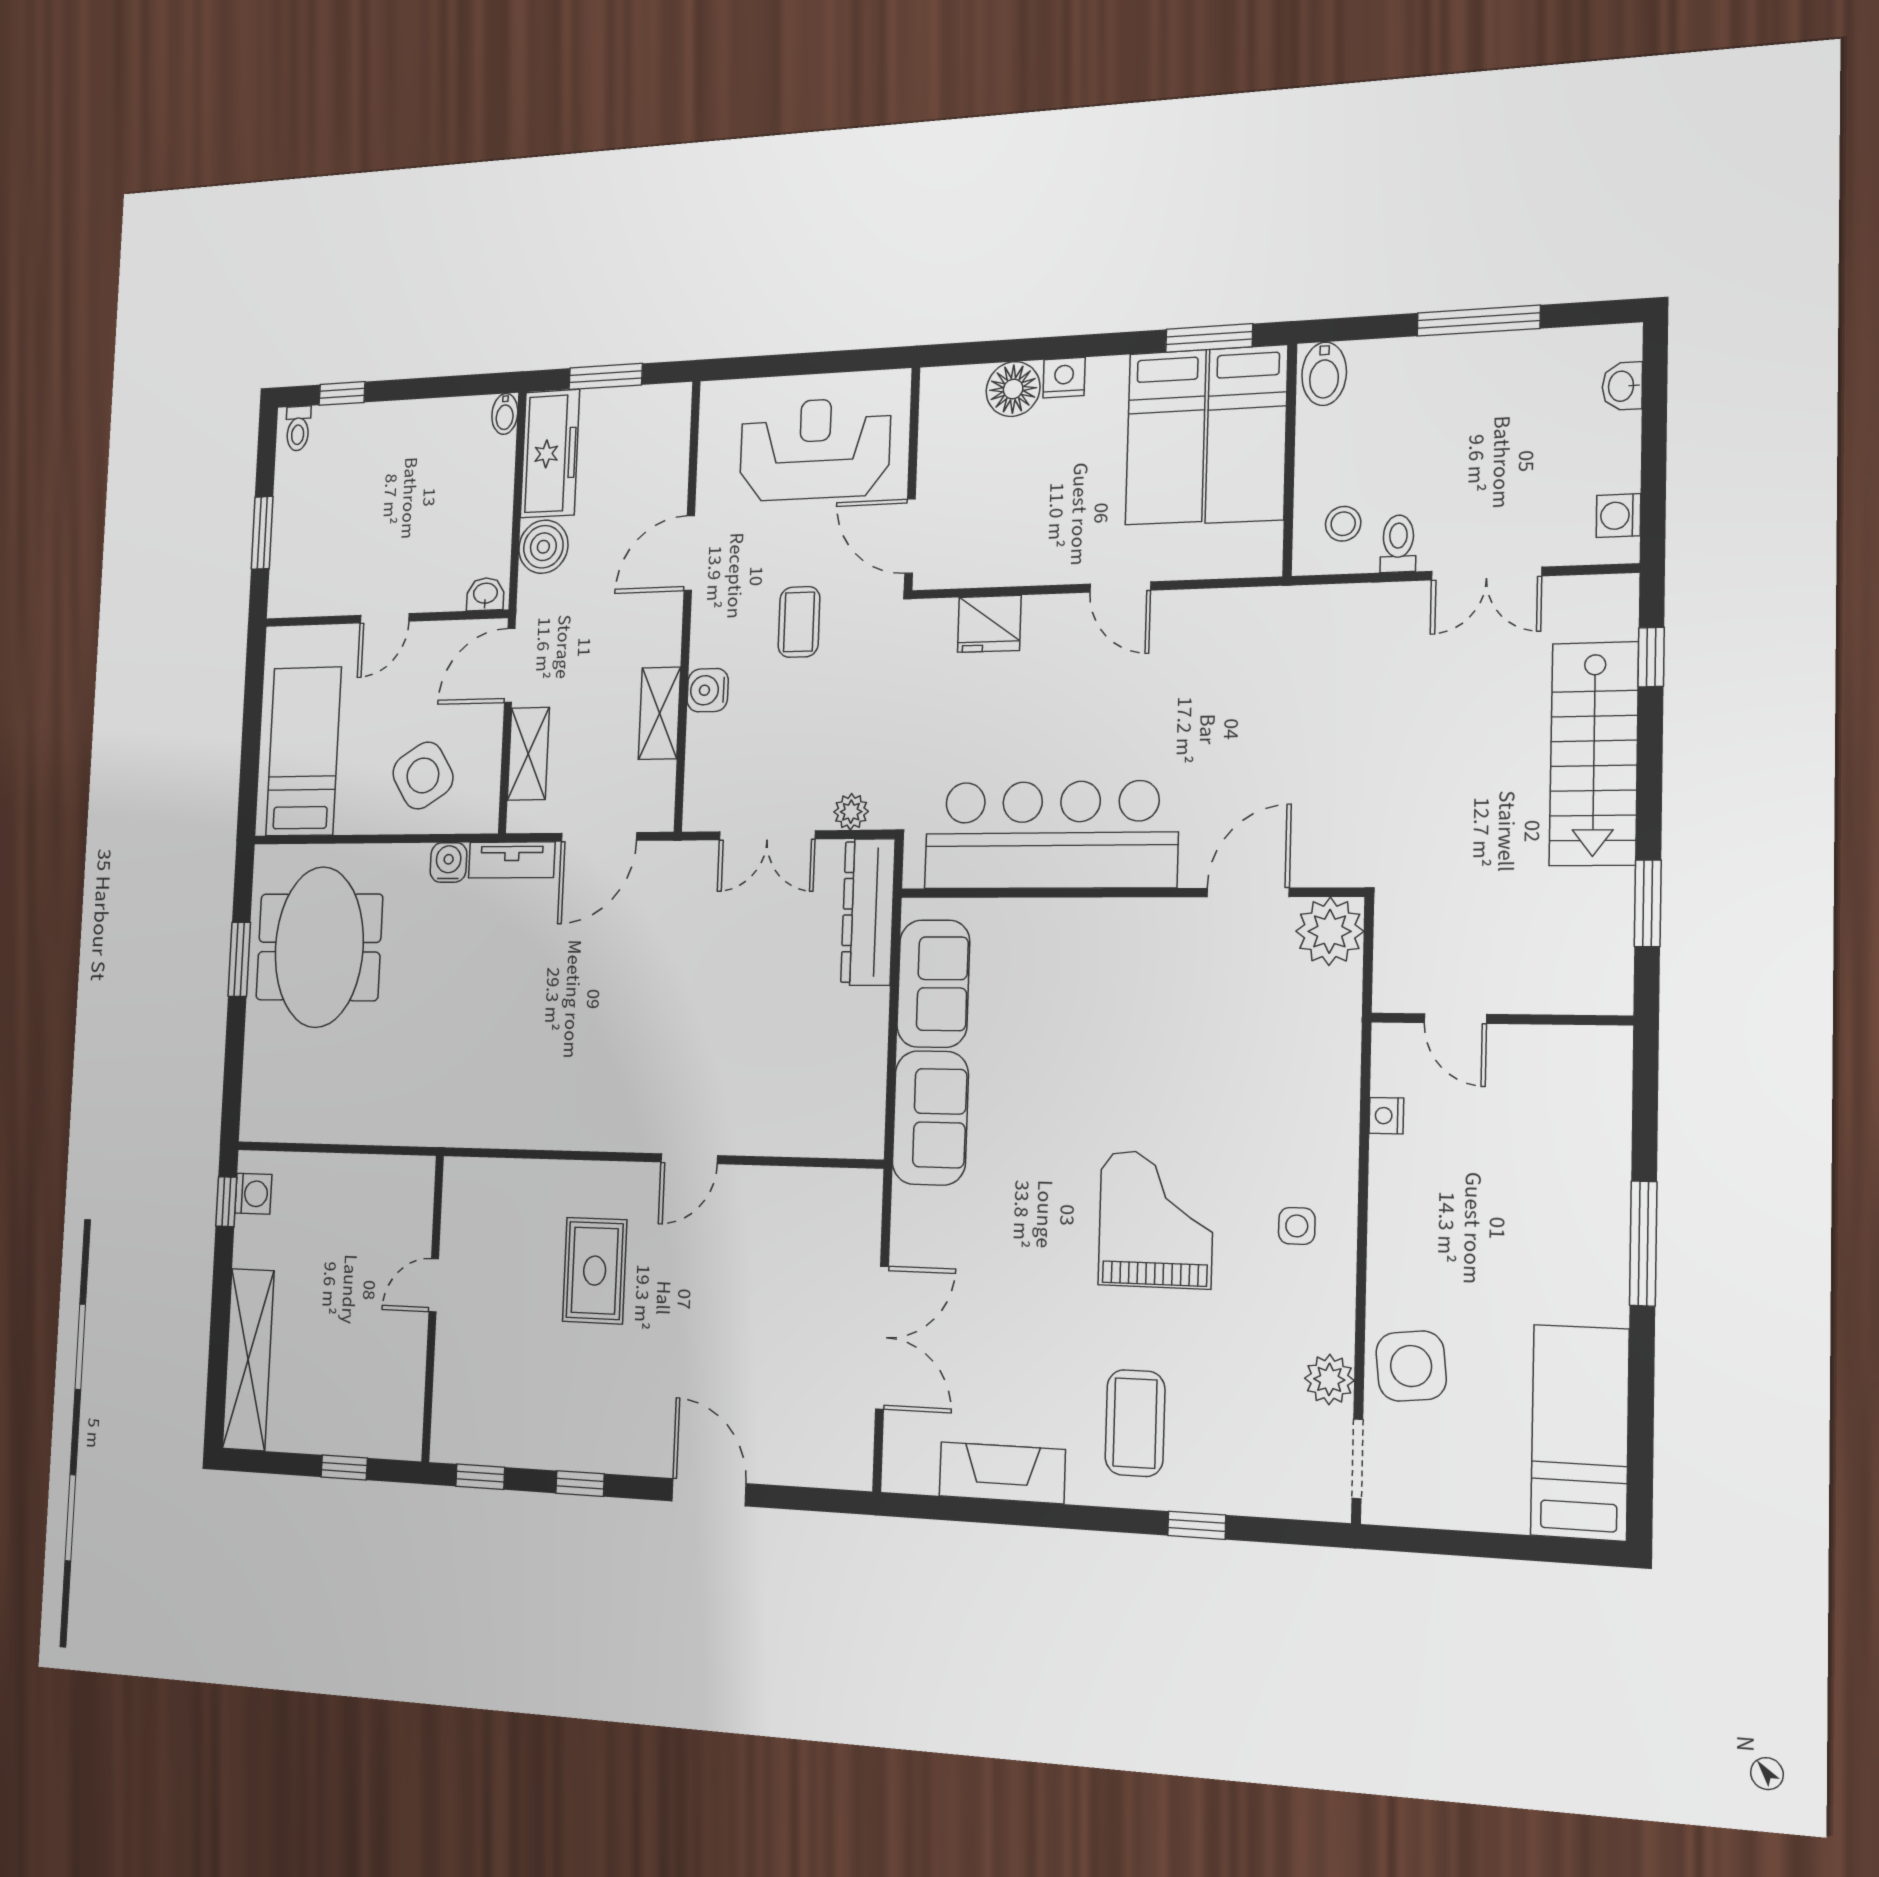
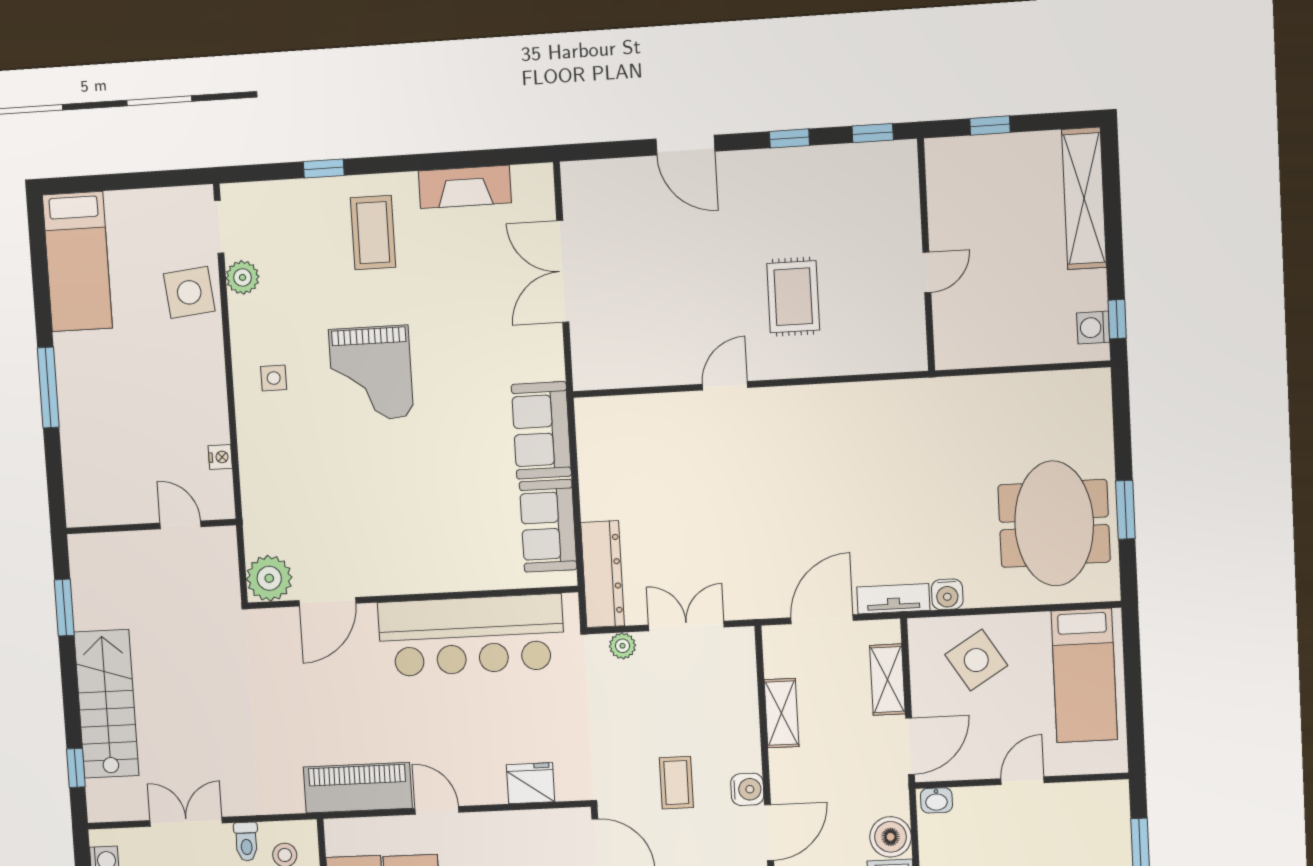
piano: (1229, 621) -> (358, 788), added
water cooler: (708, 690) -> (747, 789), moved

